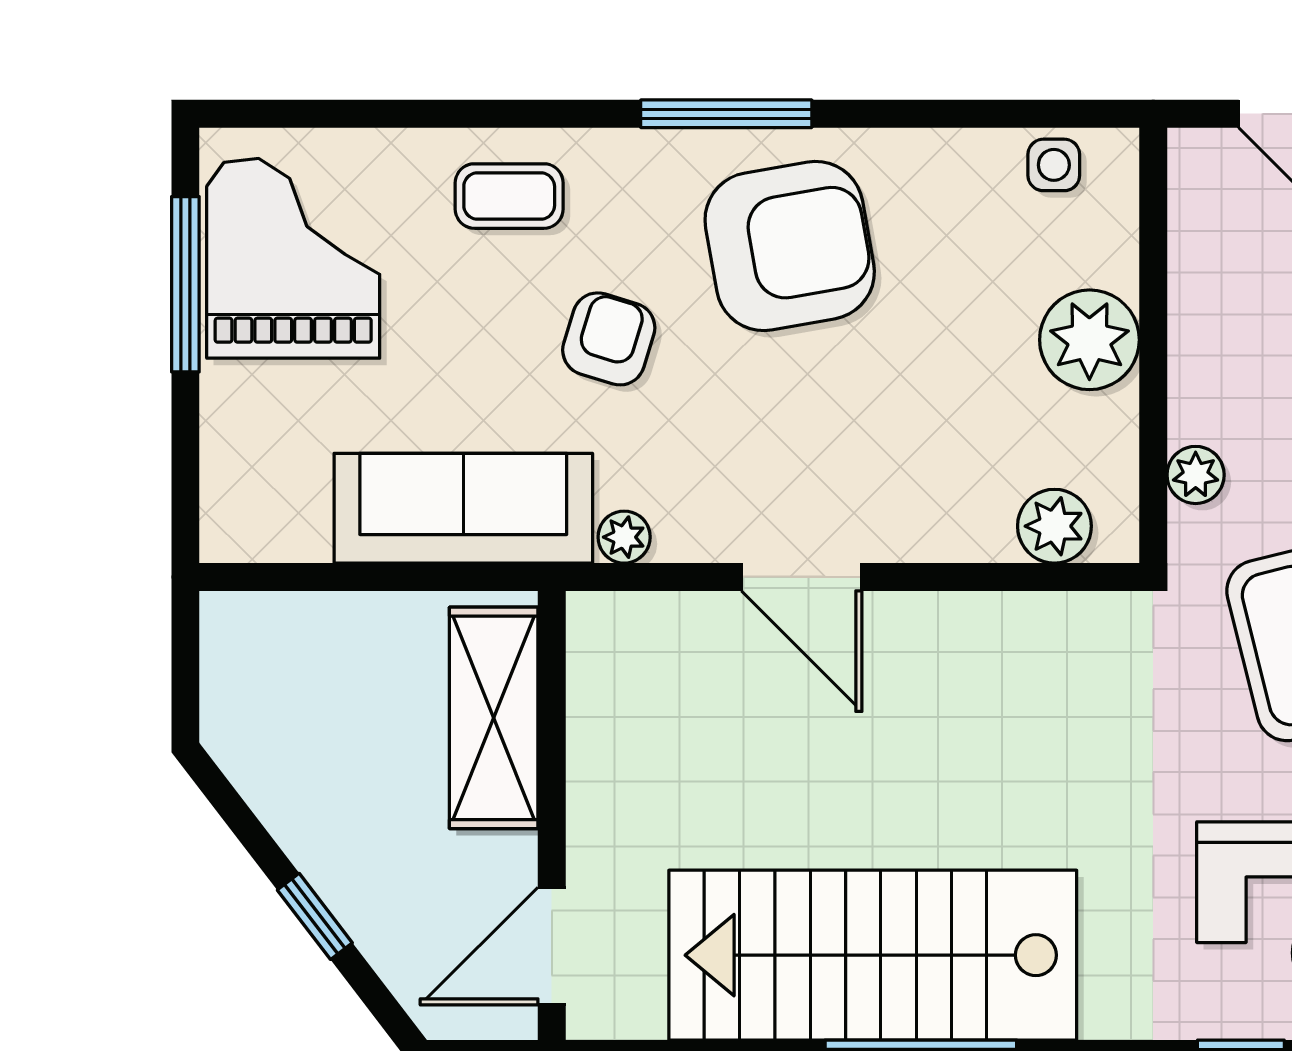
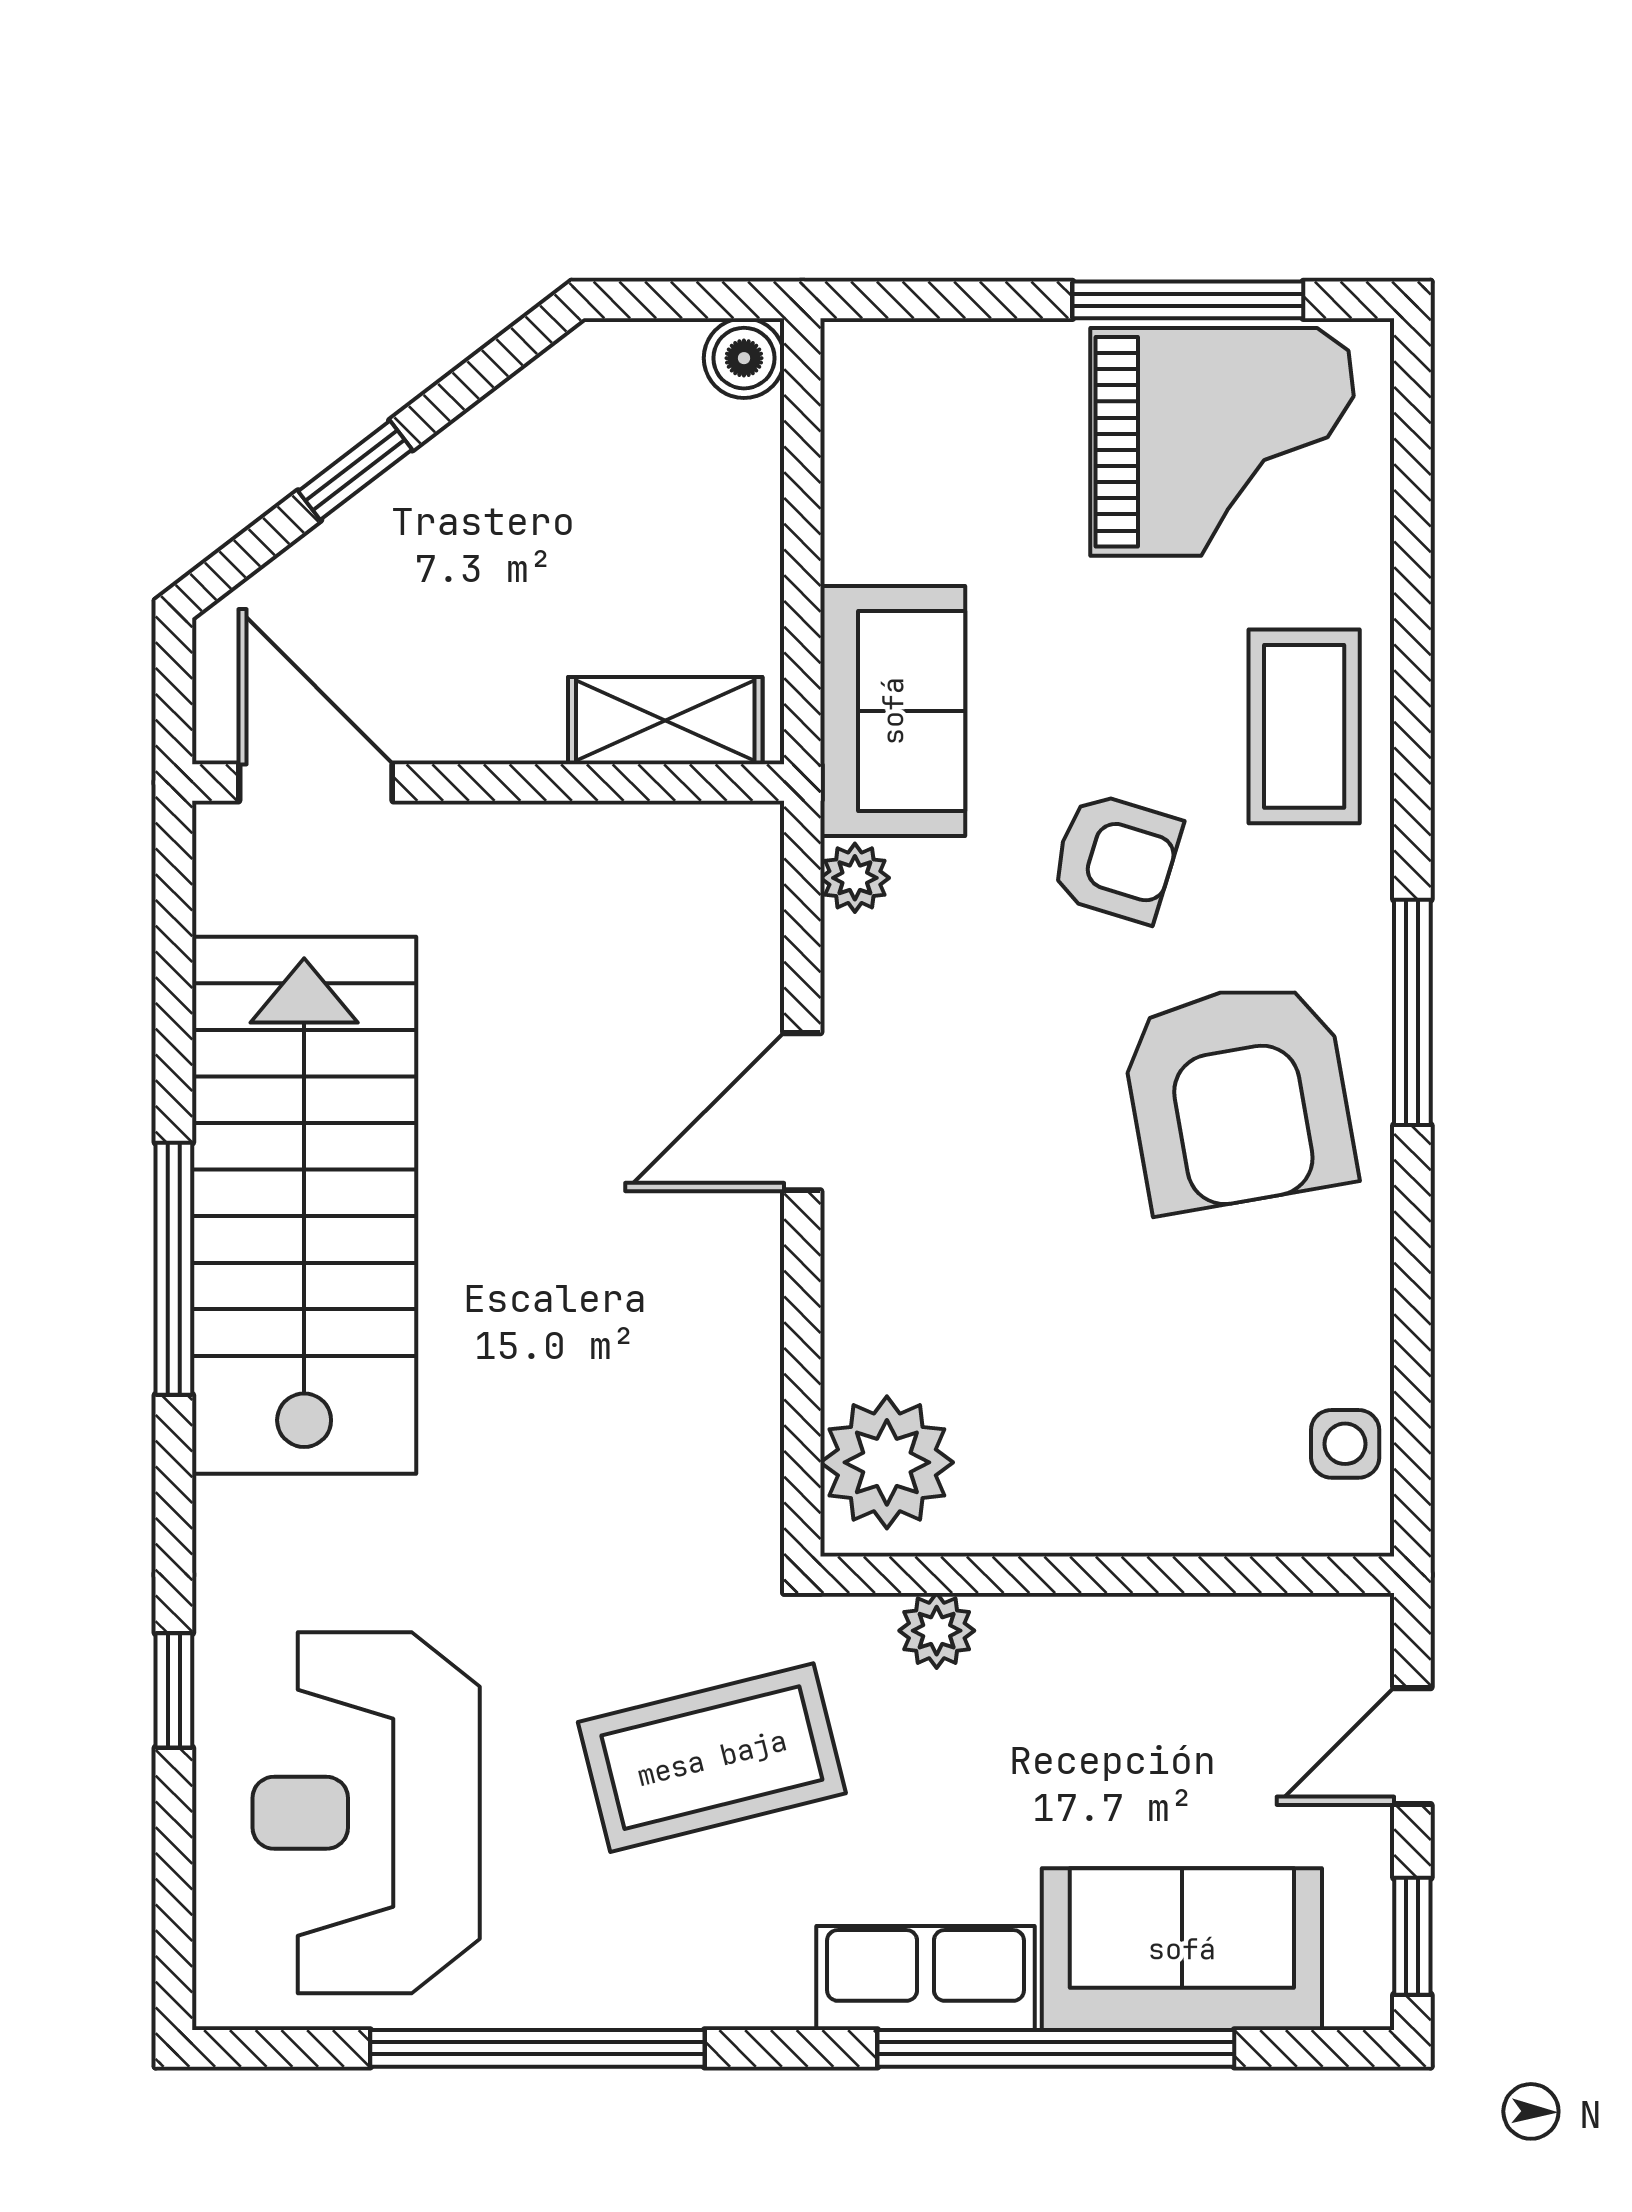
coffee table: (509, 196) -> (1304, 726), width x1.36, depth x1.30
plant: (1089, 340) -> (1115, 1491), removed
sofa: (463, 508) -> (893, 711), width x0.73
plant: (1054, 526) -> (887, 1462), width x1.36, depth x1.36
boiler: (230, 621) -> (744, 358), added
shelving: (494, 718) -> (665, 721), width x0.67, depth x0.75

